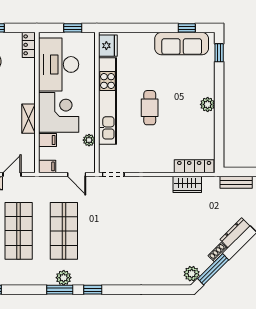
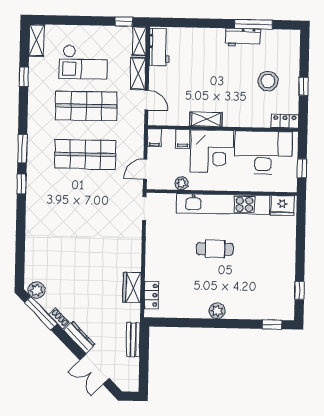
sofa: (182, 44) -> (283, 285), removed
locker: (194, 166) -> (151, 295), width x0.66
plant: (64, 278) -> (35, 153), removed

